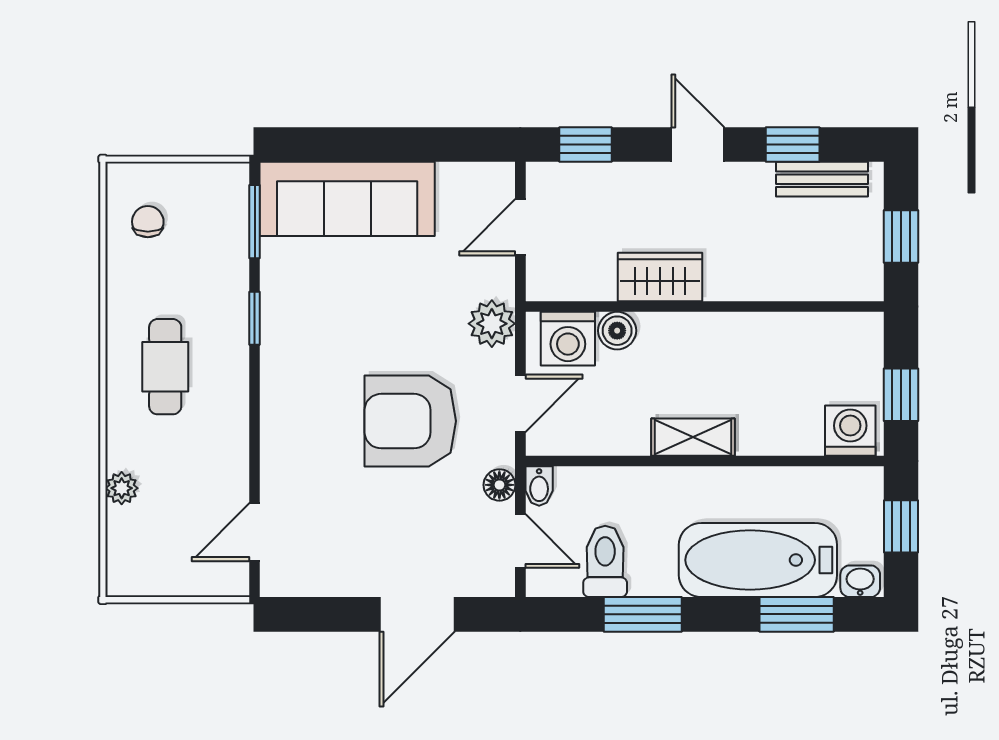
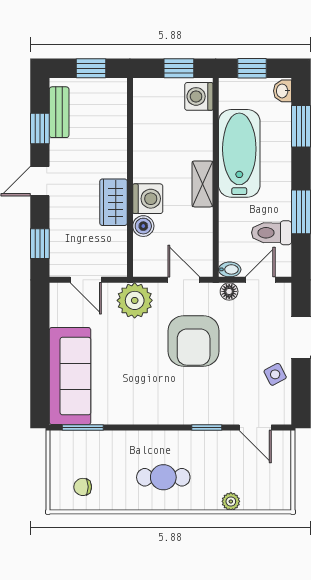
window: (255, 318) -> (207, 428), moved
plant: (492, 324) -> (135, 300), width x1.36, depth x1.36
washing machine: (568, 339) -> (148, 199), moved
bathtub: (758, 560) -> (239, 153), moved, turned 180
side table: (350, 568) -> (275, 374), added

